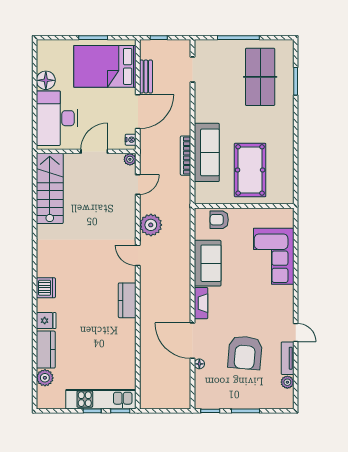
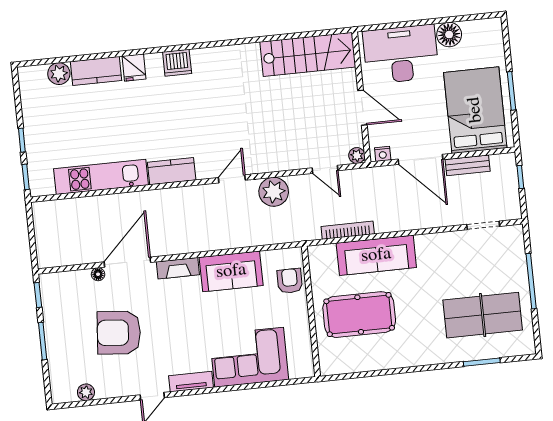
bookcase: (186, 156) -> (348, 230), moved
tv unit: (288, 358) -> (191, 382), moved
kitchen unit: (101, 399) -> (101, 177), moved, turned -90

